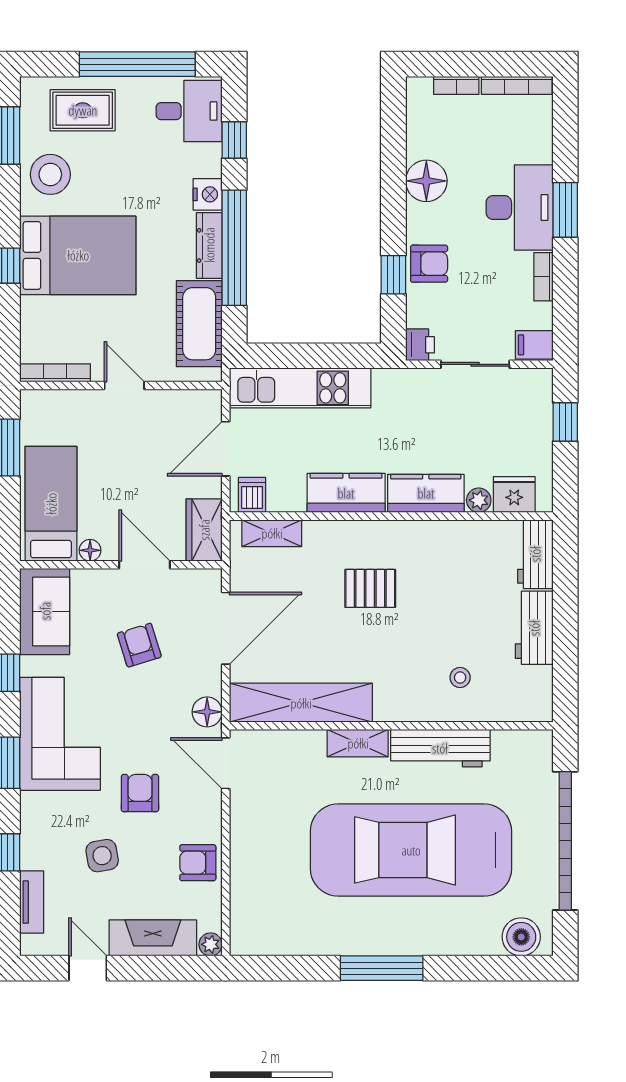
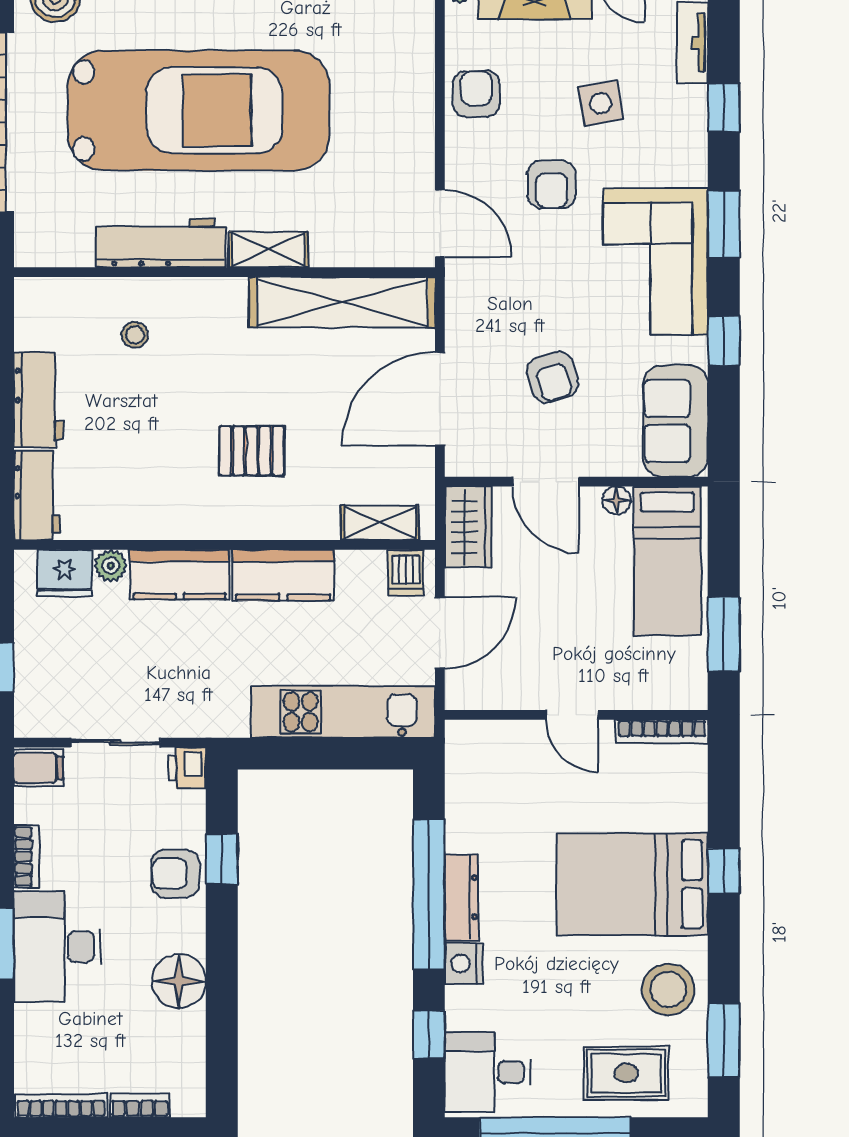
cot: (199, 324) -> (474, 795), removed
floor lamp: (207, 712) -> (464, 290), removed
armchair: (198, 863) -> (476, 94), turned -90

